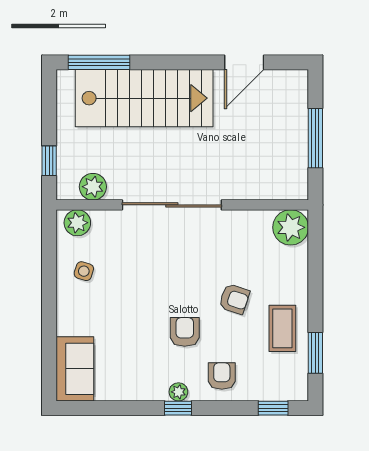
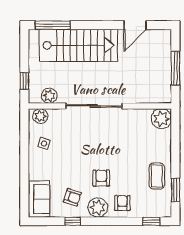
armchair: (234, 299) -> (72, 197), moved
plant: (178, 392) -> (98, 207), width x1.88, depth x1.88
window: (178, 408) -> (73, 221), moved

